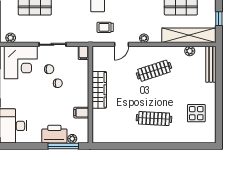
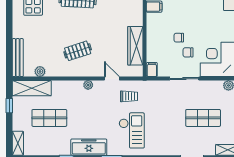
shelving: (189, 35) -> (32, 88), width x0.68
door: (121, 44) -> (112, 79), hinge flipped
clothes rail: (154, 71) -> (78, 51), width x0.73
wardrobe: (99, 90) -> (135, 46), moved

